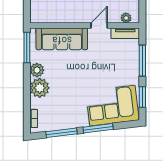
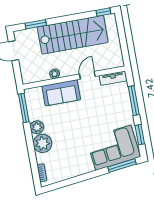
plant: (126, 18) -> (55, 74), moved
sofa: (62, 39) -> (61, 93), width x0.73
window: (98, 128) -> (122, 166), moved
window: (61, 133) -> (70, 182), removed

